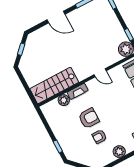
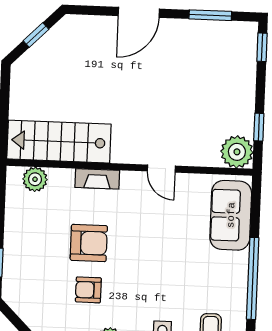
door: (56, 17) -> (139, 12), hinge flipped
plant: (64, 100) -> (35, 179), moved

